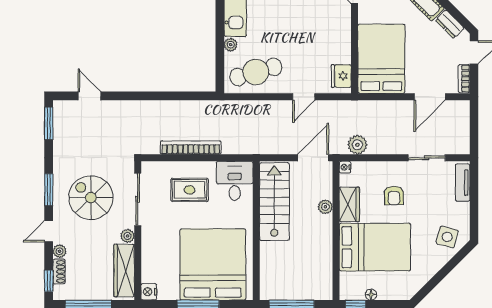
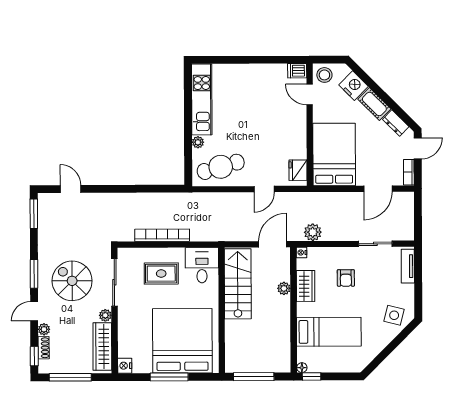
bed: (375, 247) -> (329, 332), width x0.67
floor lamp: (371, 295) -> (302, 368), moved

